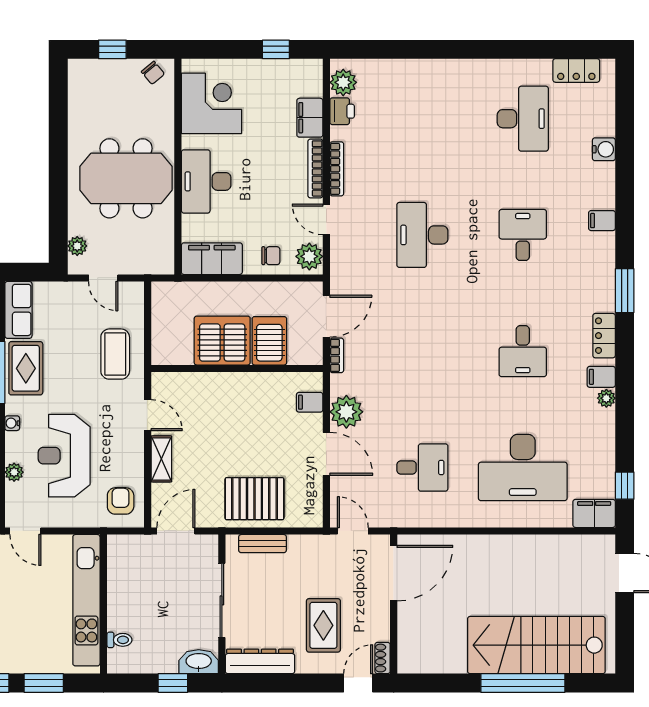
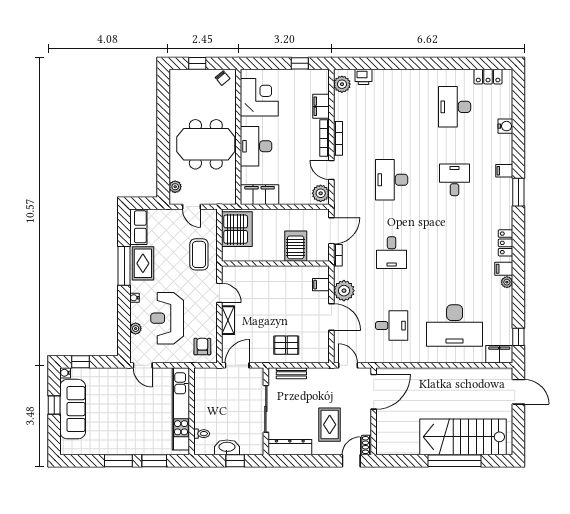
printer: (342, 111) -> (363, 77), moved, turned 90
desk: (523, 119) -> (455, 107), turned 180
chair: (271, 256) -> (297, 193), removed
window: (625, 291) -> (518, 192), moved
server rack: (222, 341) -> (237, 229), moved, turned 90
desk: (523, 351) -> (392, 253), moved
pallet: (254, 499) -> (286, 345), width x0.67, depth x0.71
washbasin: (199, 662) -> (227, 447), moved

